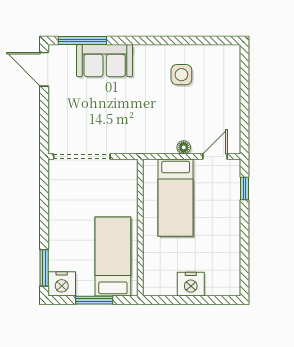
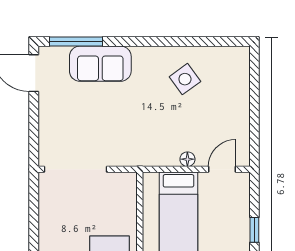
side table: (181, 75) -> (185, 79), turned -36
window: (244, 189) -> (254, 230), moved

